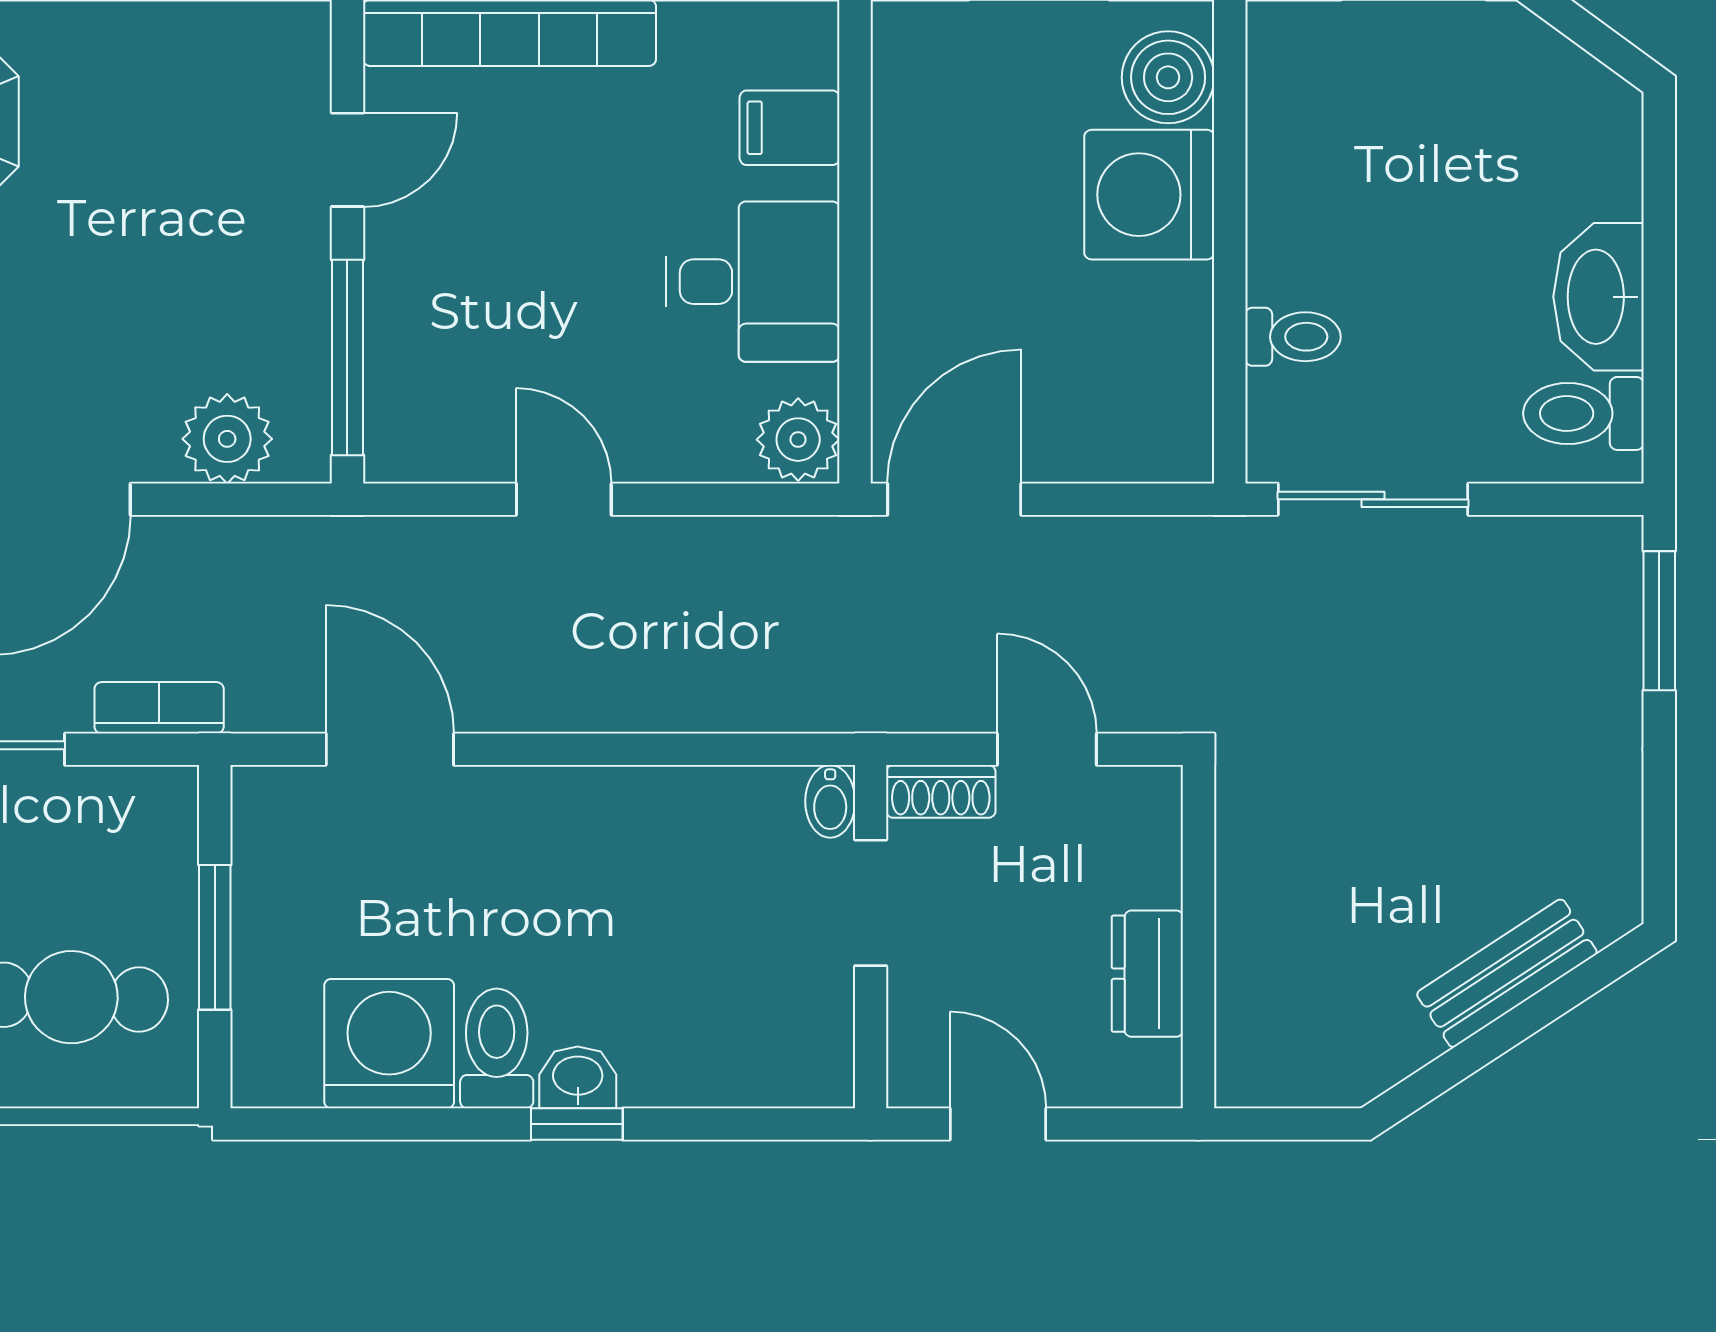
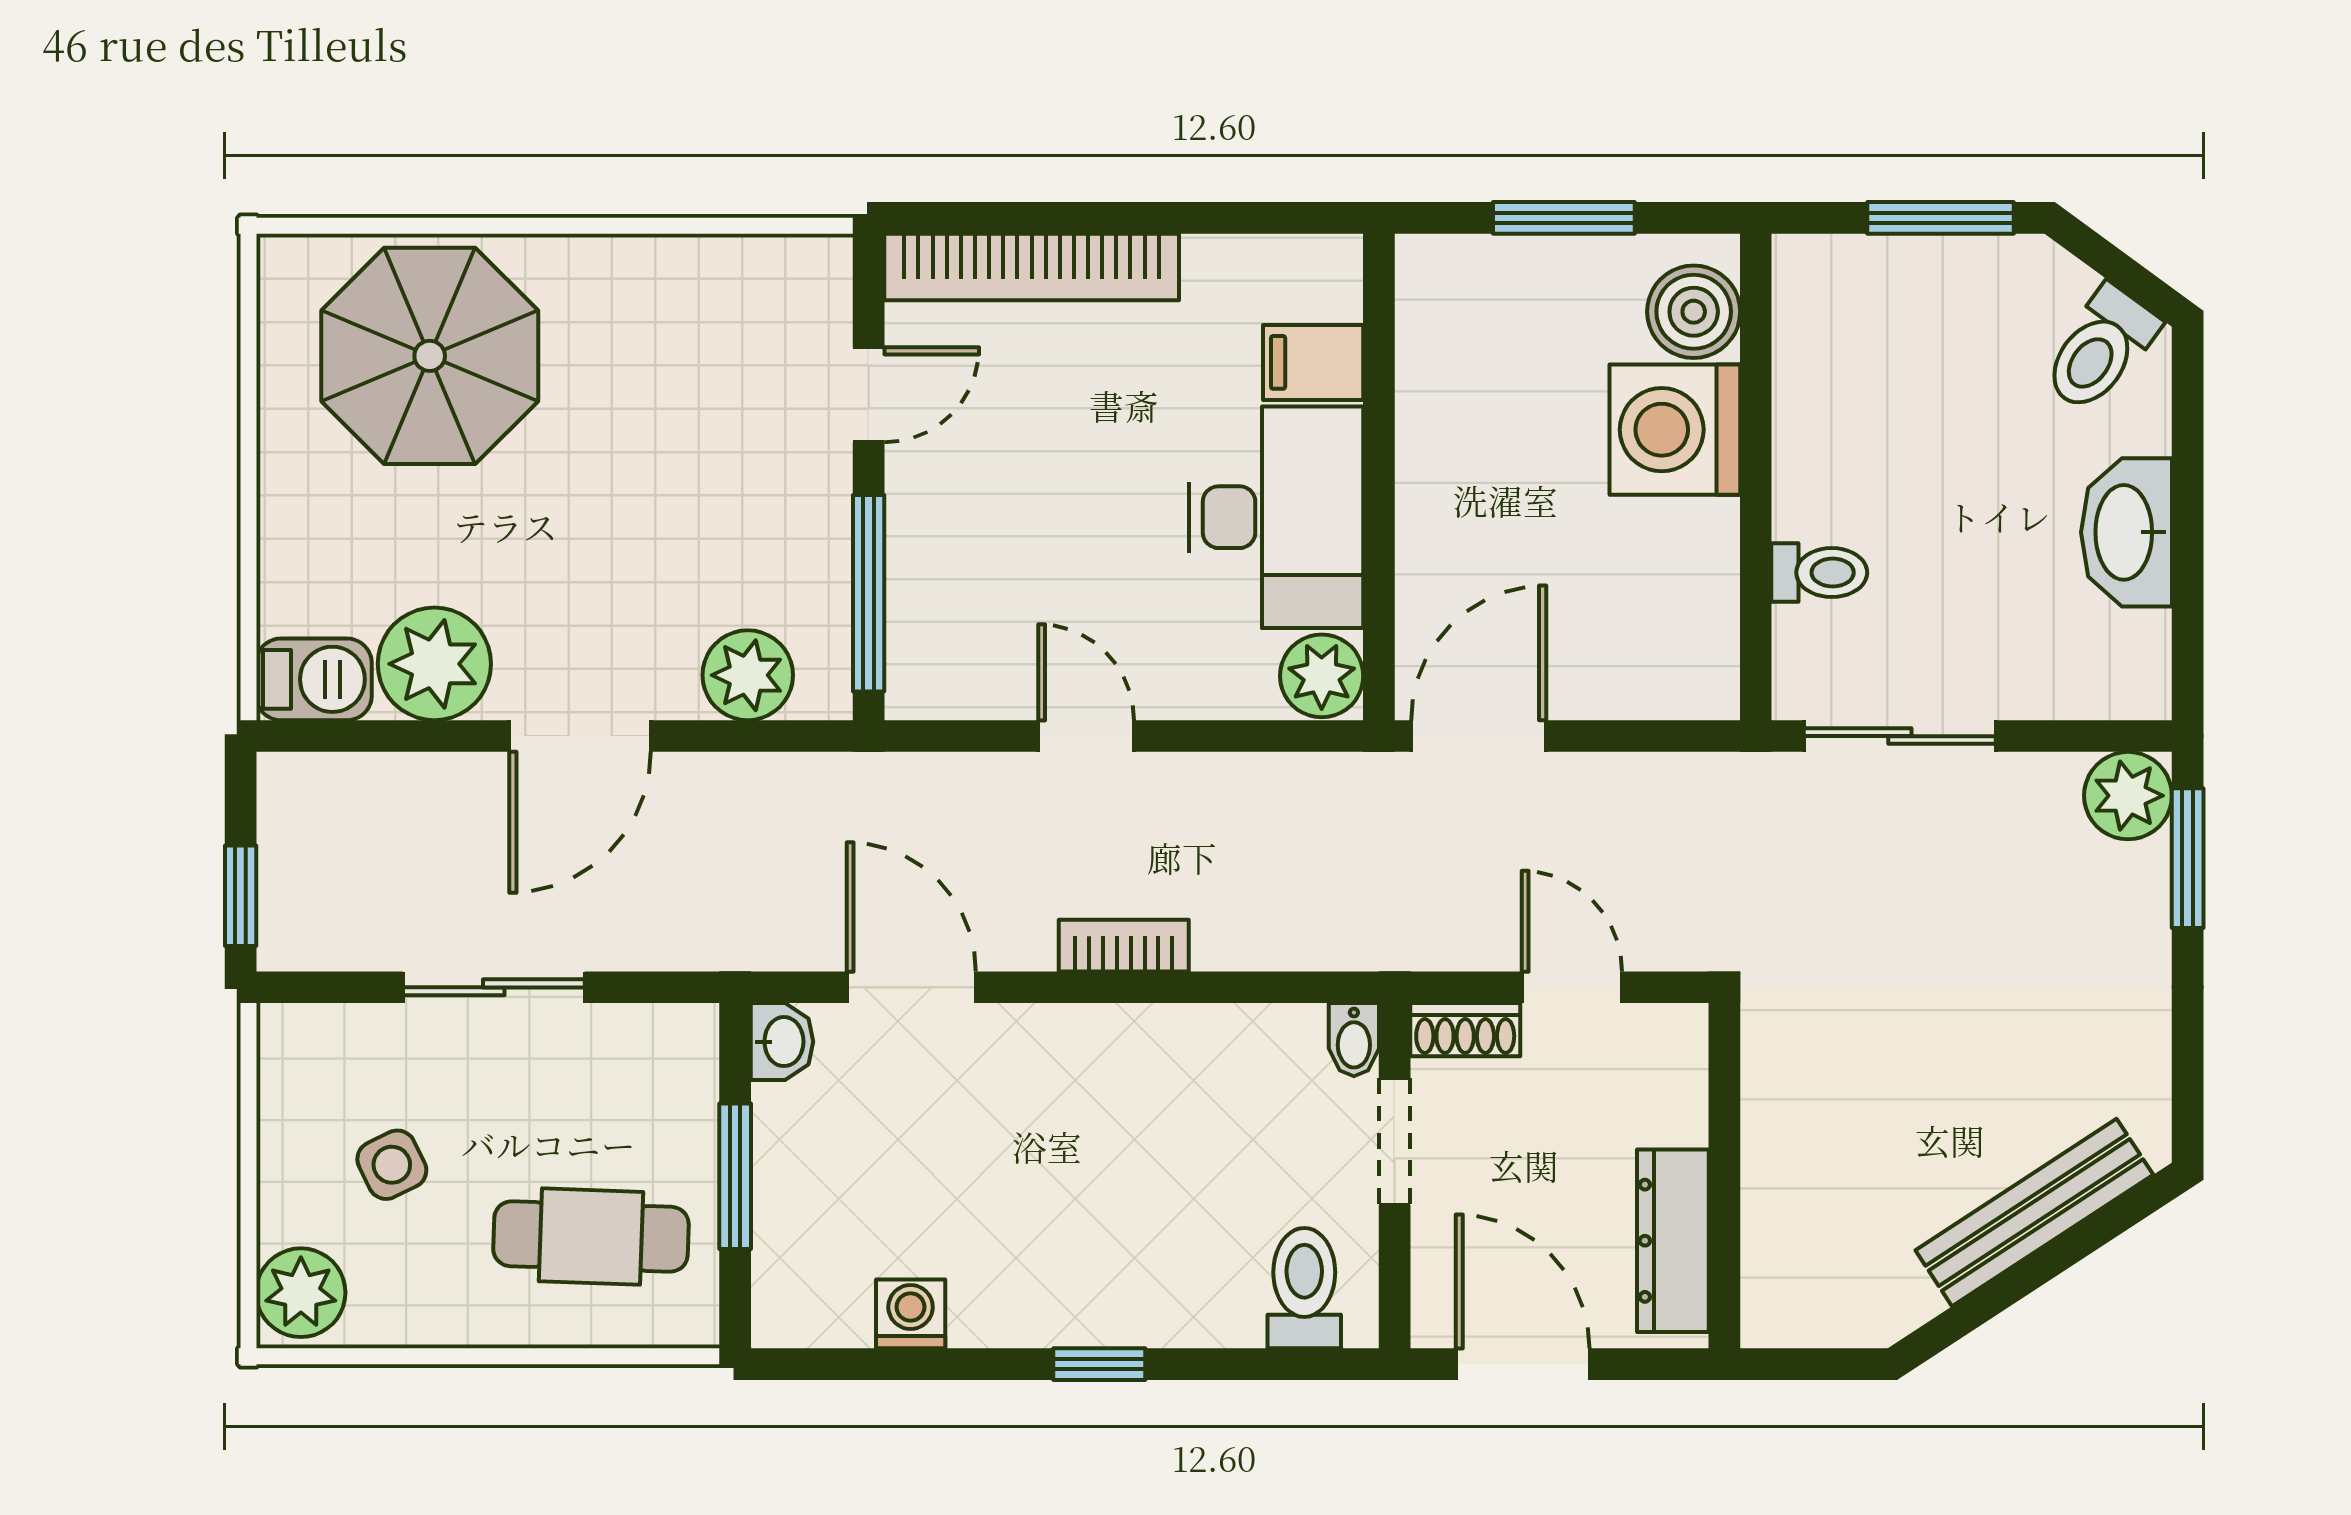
desk: (753, 282) -> (1276, 517), width x1.37
toilet: (1583, 413) -> (2100, 349), moved, turned -54
plant: (1600, 559) -> (2128, 796), added
bookcase: (159, 708) -> (1124, 946), moved
bench: (1507, 973) -> (2034, 1213), width x1.36
dresser: (1147, 974) -> (1673, 1241), width x1.44
washing machine: (389, 1044) -> (911, 1314), width x0.53, depth x0.53
toilet: (497, 1048) -> (1304, 1288), moved
washbasin: (578, 1077) -> (782, 1042), moved, turned 90
door: (998, 1124) -> (1523, 1364), width x1.38

